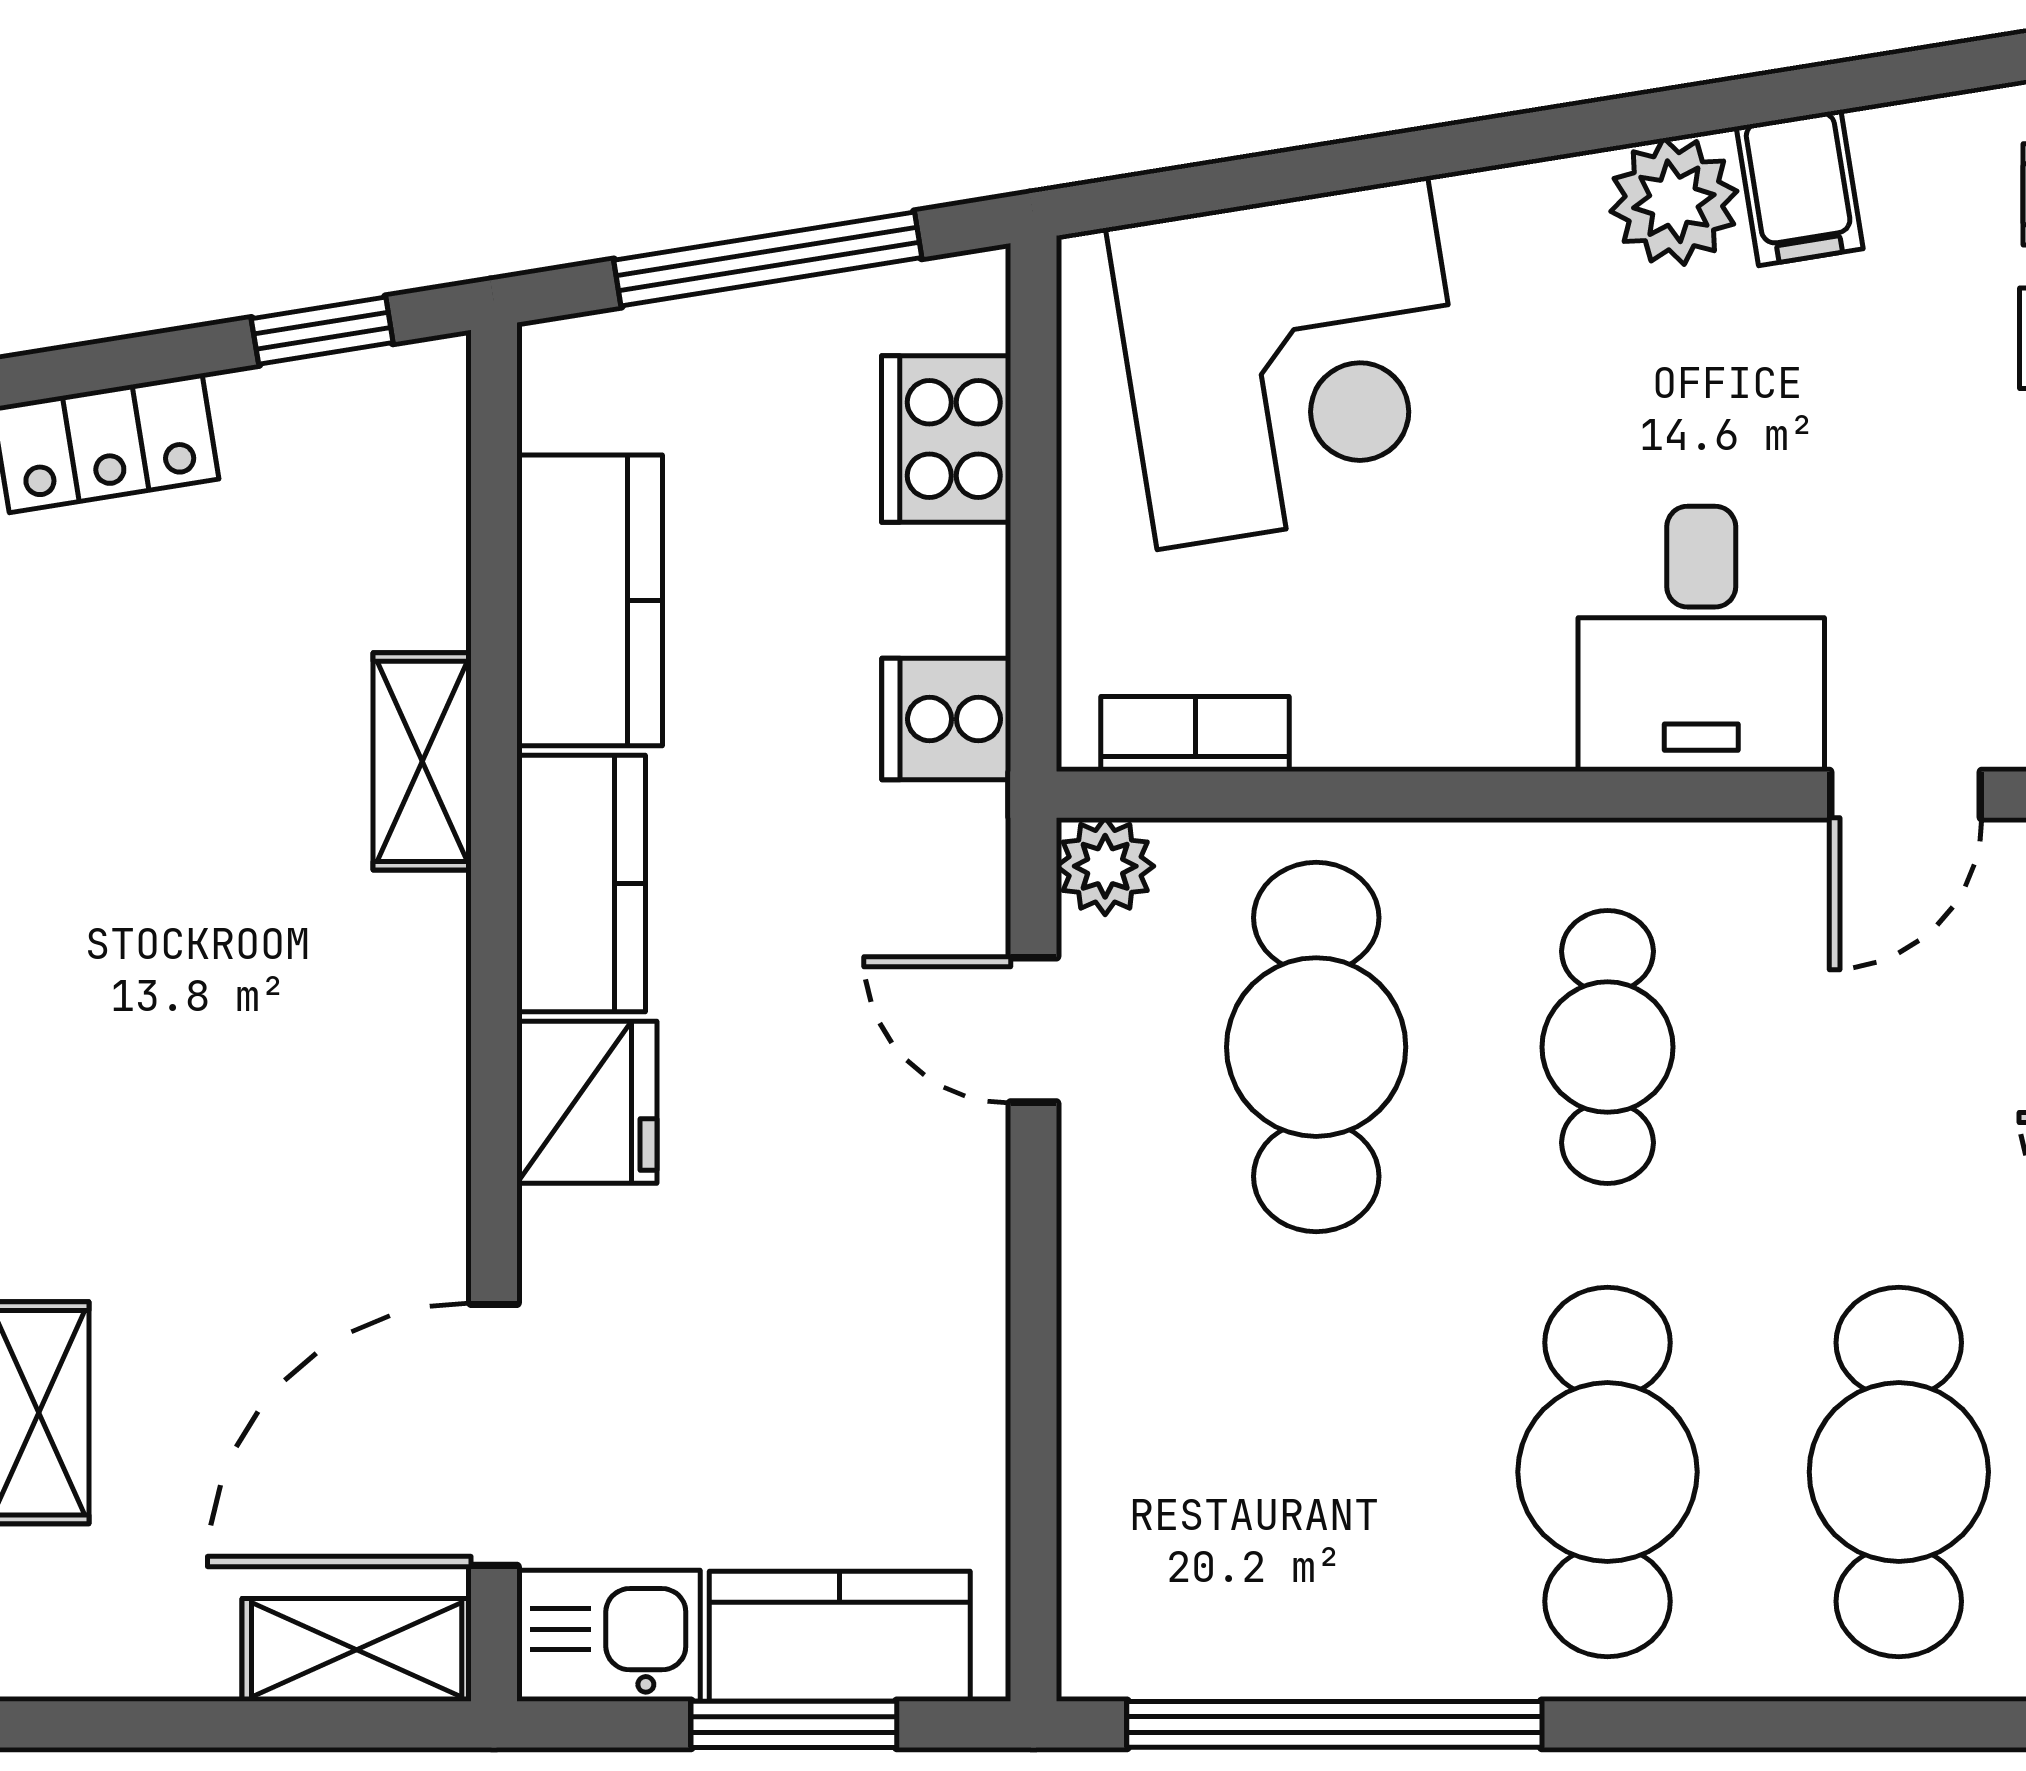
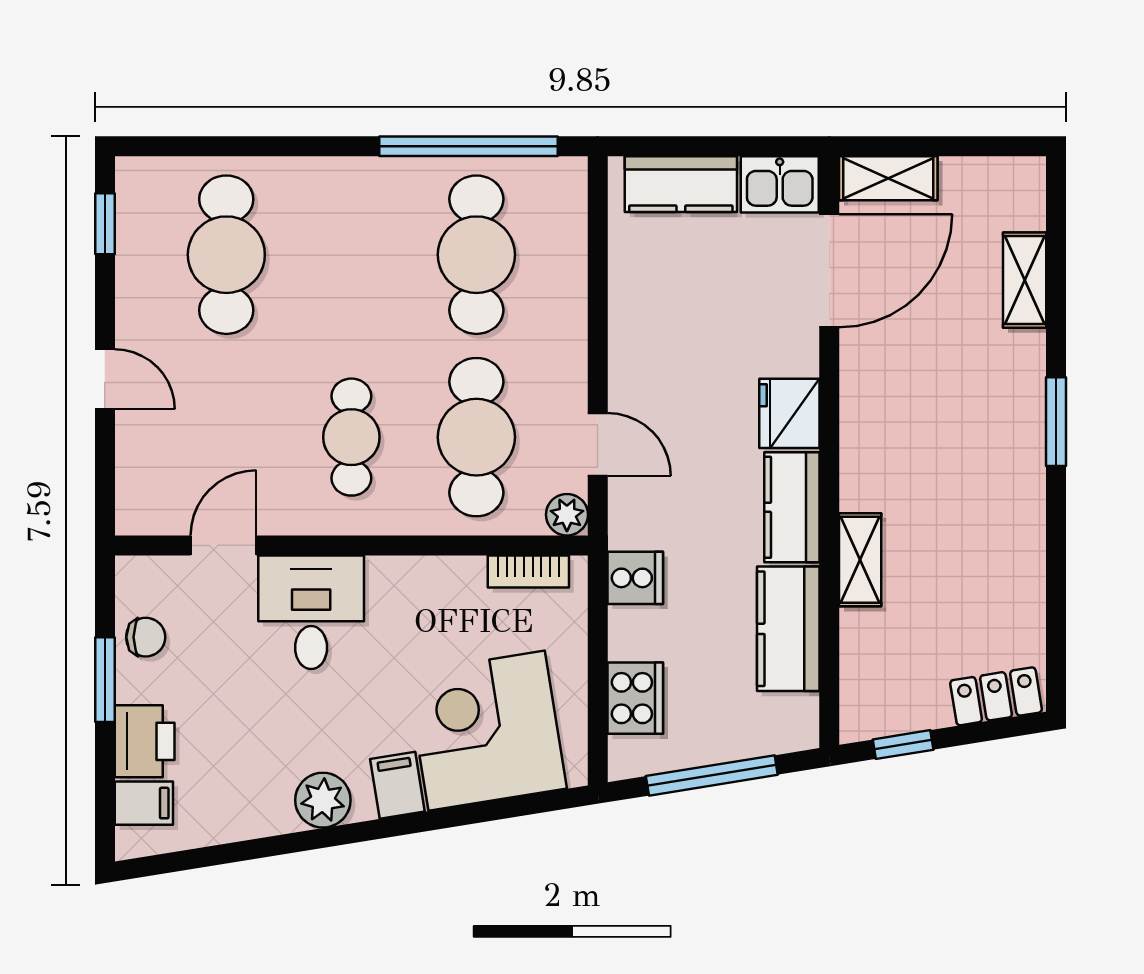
filing cabinet: (1800, 188) -> (397, 785), moved
cafe table: (1607, 1472) -> (476, 255), moved
window: (794, 1724) -> (701, 146), removed

